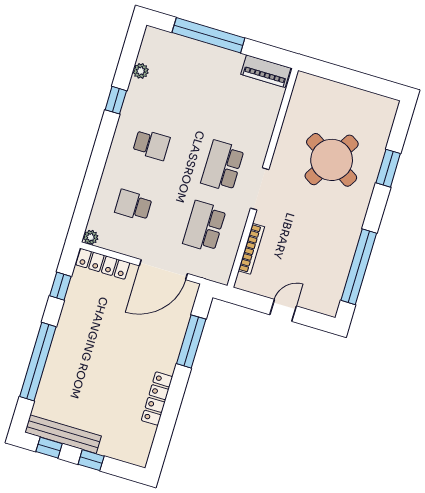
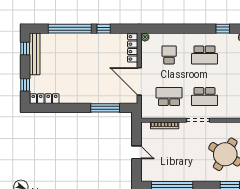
school desk: (151, 145) -> (205, 55), width x1.85
school desk: (223, 166) -> (205, 97), turned 180
window: (60, 286) -> (104, 29), moved
locker: (157, 399) -> (44, 99), moved
window: (91, 460) -> (25, 85), moved

